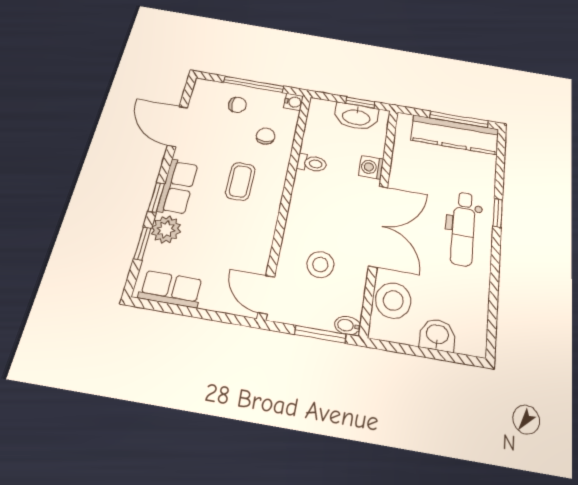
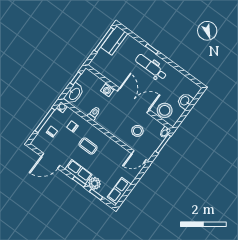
washbasin: (356, 117) -> (74, 94), moved
kitchen counter: (455, 135) -> (114, 40), width x0.67
dental chair: (463, 228) -> (151, 67), turned 180

